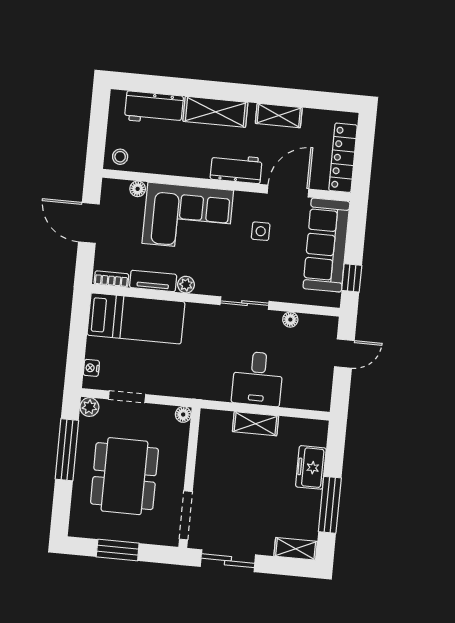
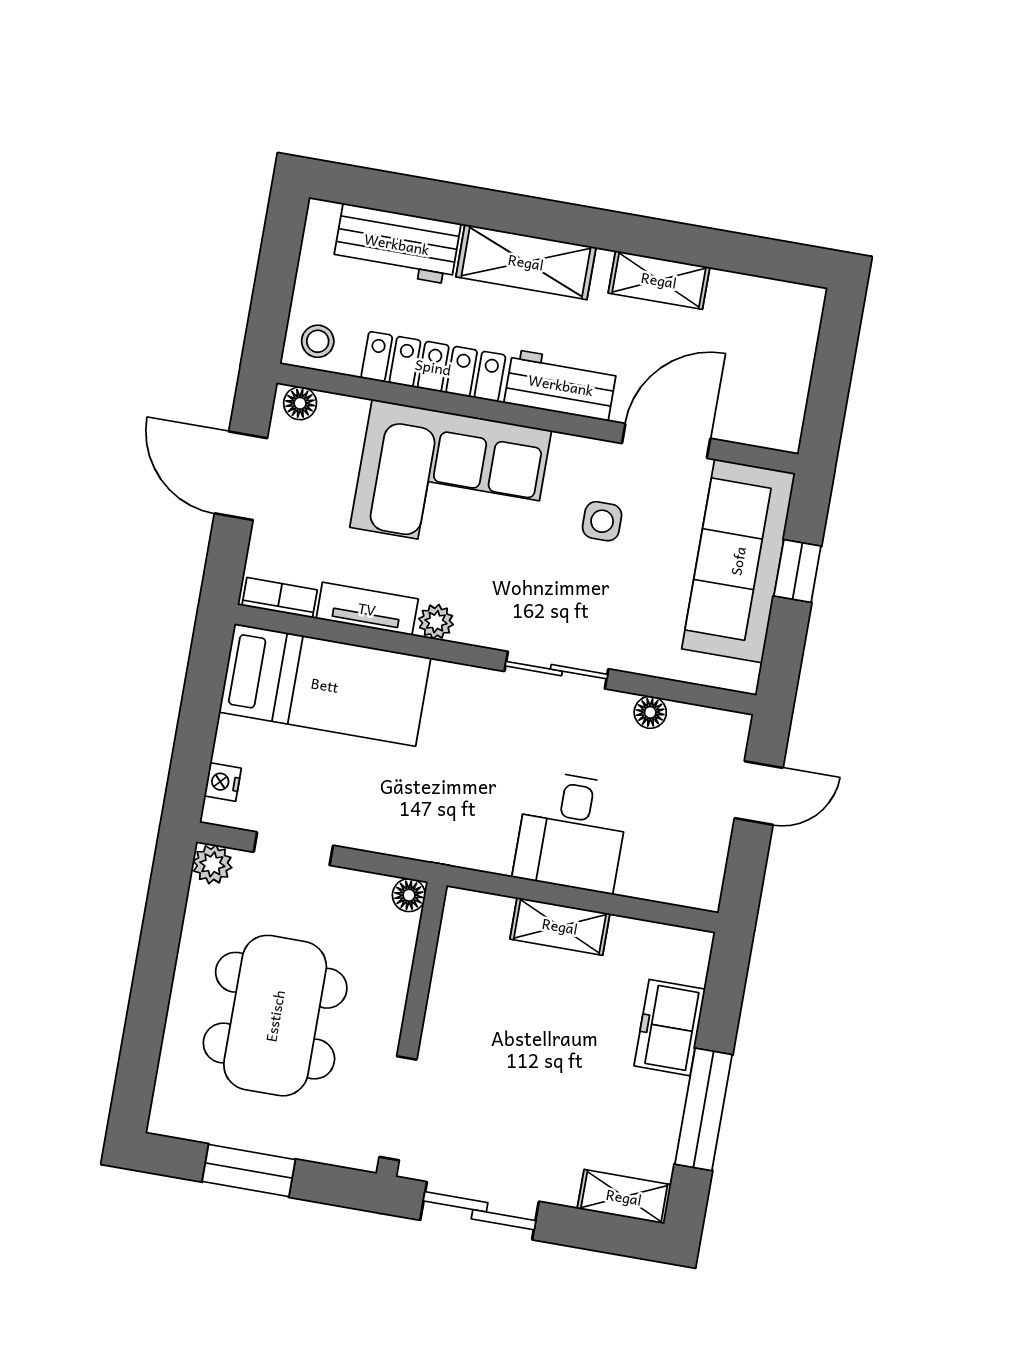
locker: (343, 158) -> (433, 367), moved, turned 90
floor lamp: (138, 189) -> (300, 403), moved
window: (352, 278) -> (797, 571), moved
window: (67, 450) -> (158, 951), removed

